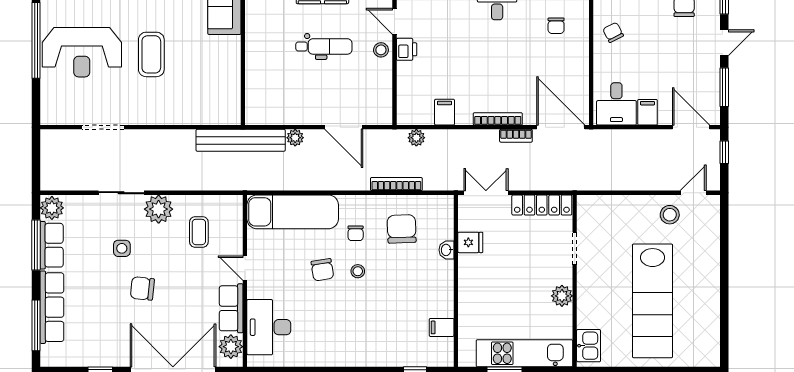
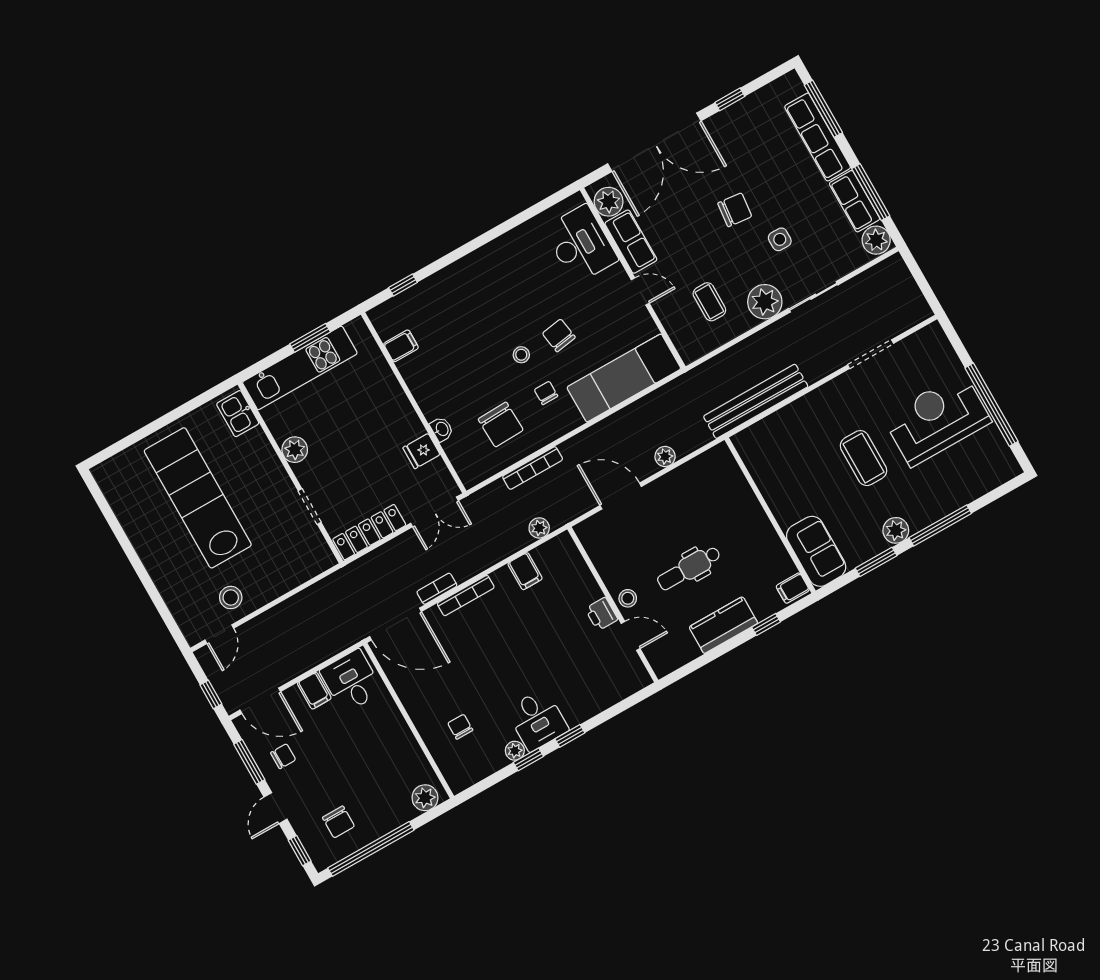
chair: (613, 32) -> (283, 756), moved, turned -63
bench: (241, 140) -> (756, 401), moved

